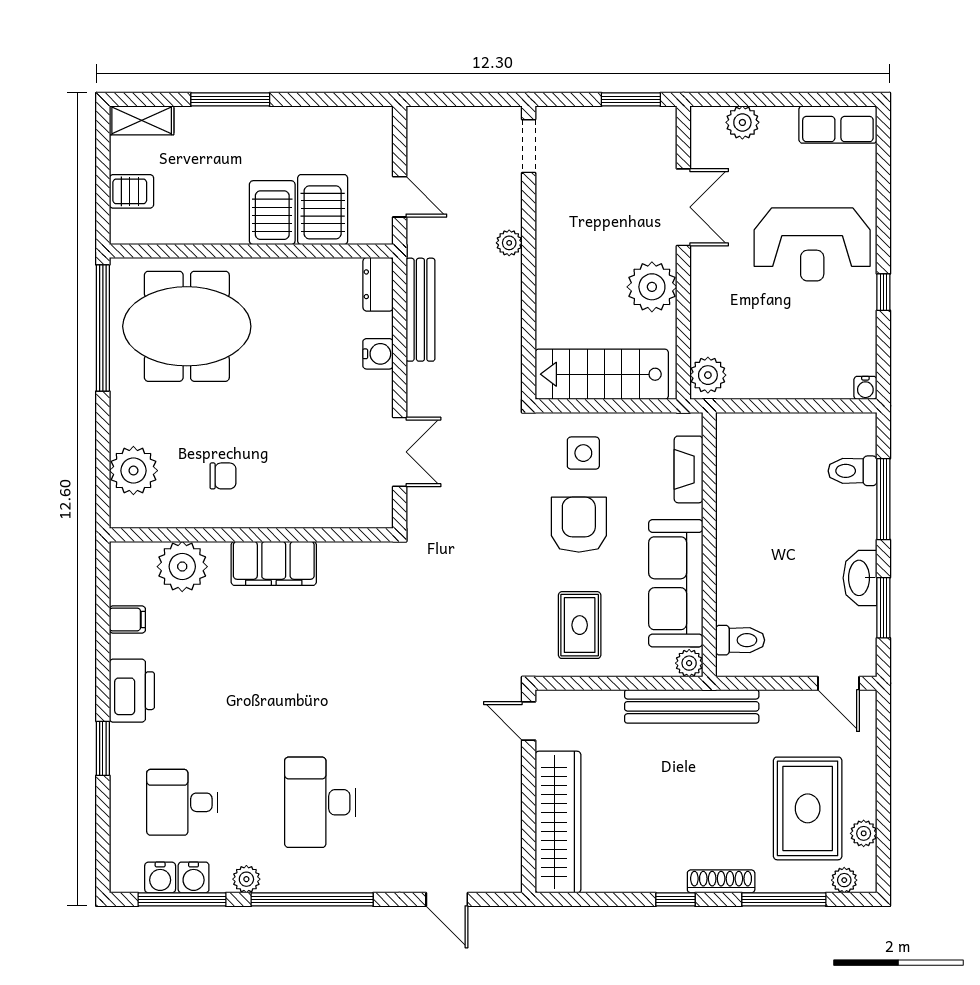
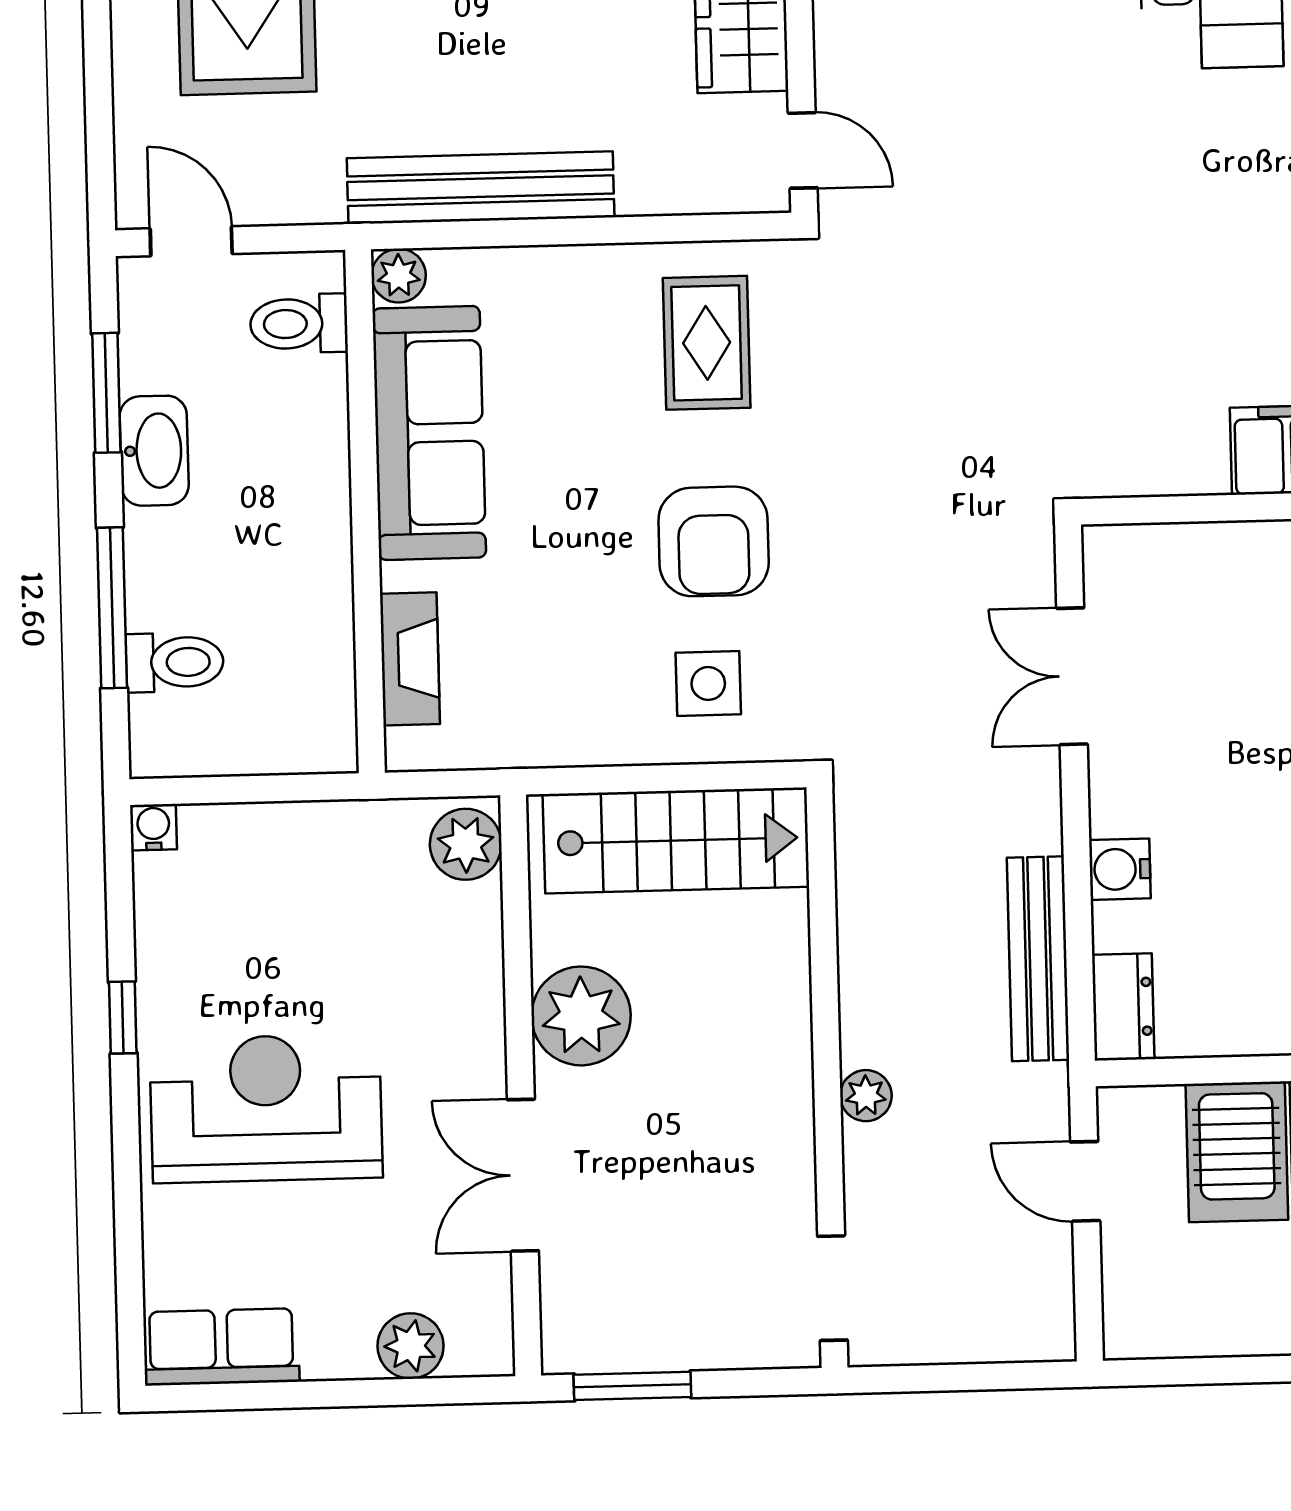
fireplace: (689, 469) -> (410, 659), moved
wall: (709, 545) -> (365, 511), moved
sofa: (676, 583) -> (429, 433), moved
toilet: (740, 640) -> (299, 324), moved
plant: (689, 663) -> (399, 276), moved

